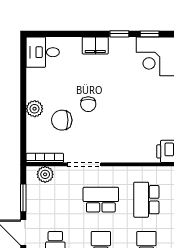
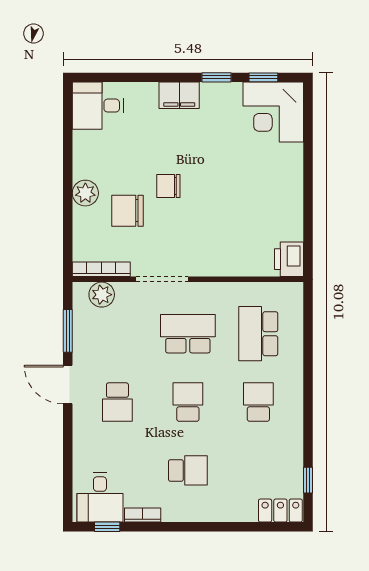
chair: (88, 104) -> (168, 186), turned 90

